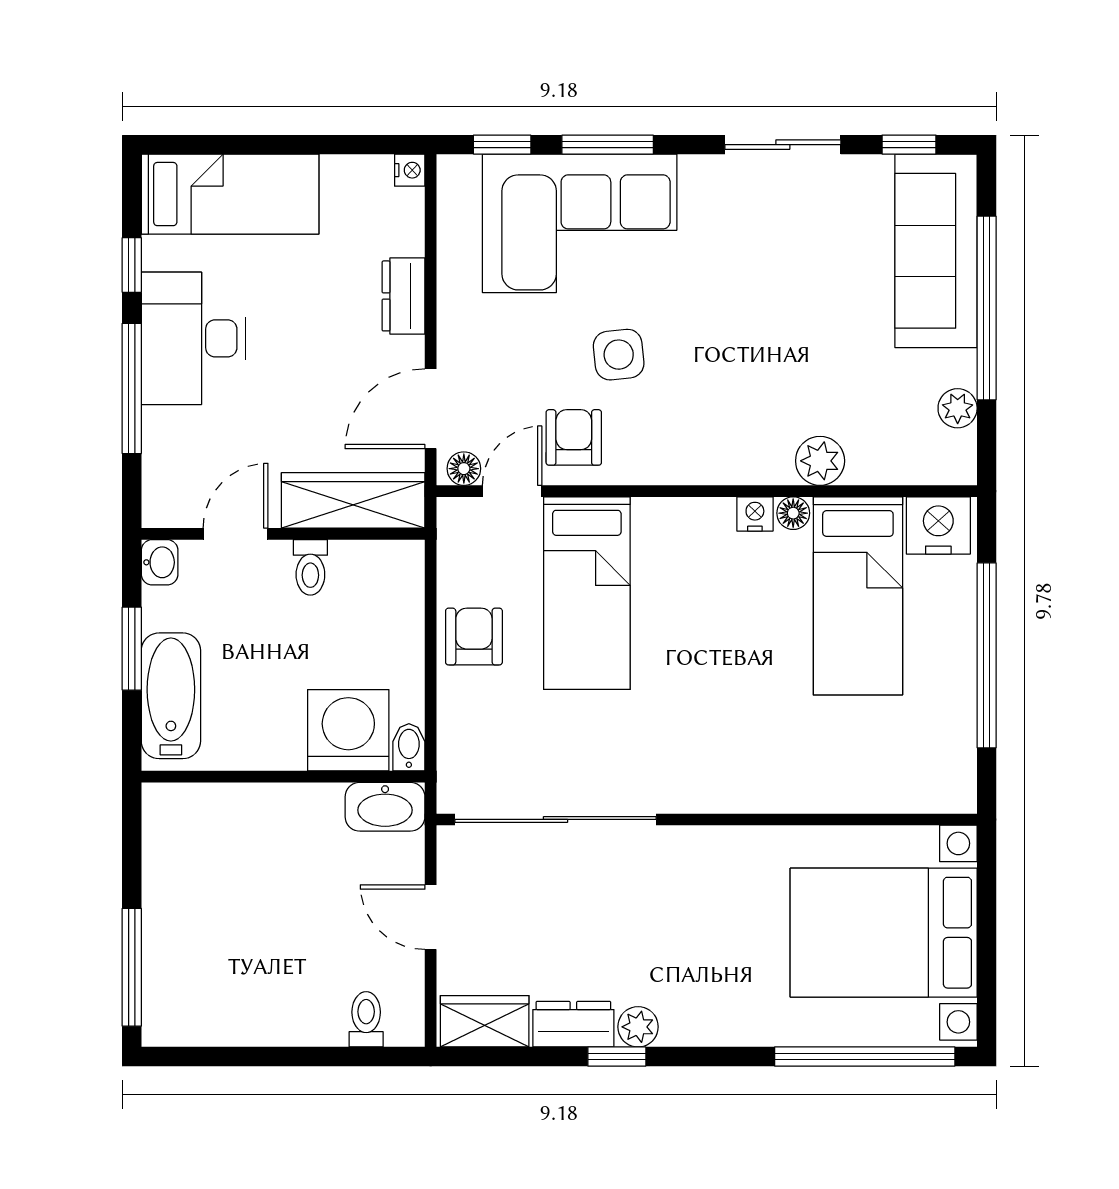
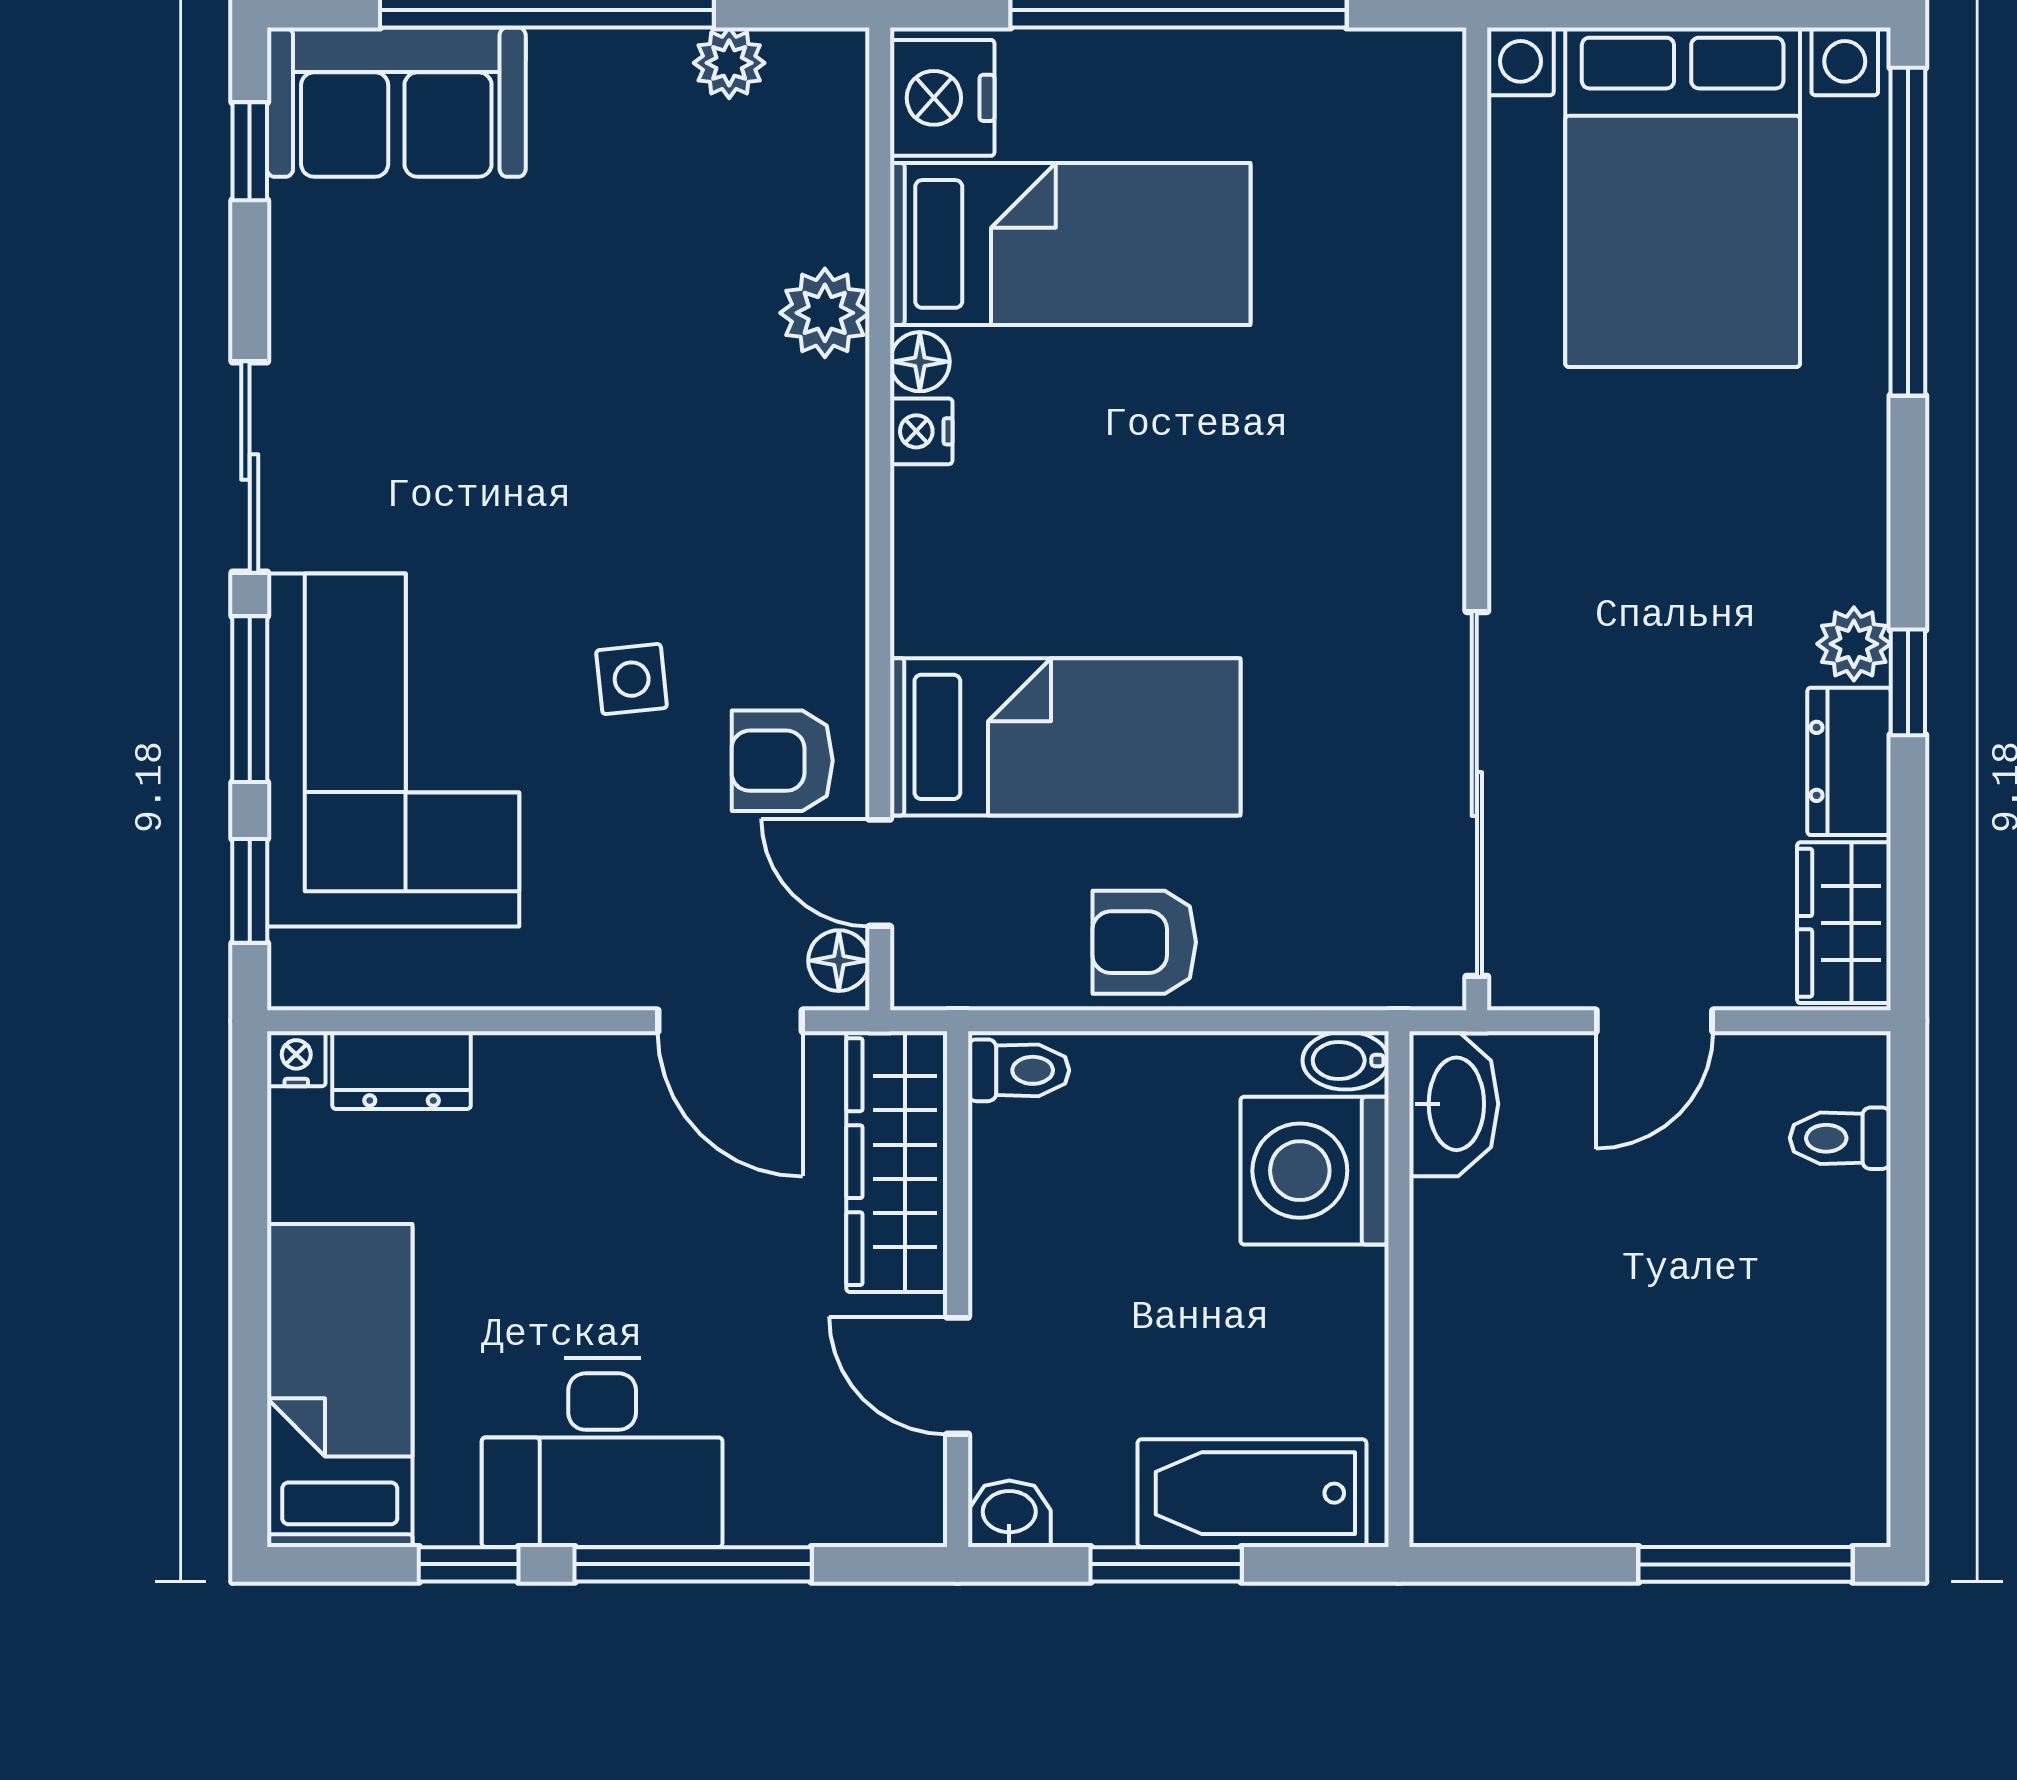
sliding door: (783, 145) -> (250, 467), moved
sofa: (936, 251) -> (396, 102), width x0.73
dresser: (404, 296) -> (402, 1070), moved
side table: (619, 355) -> (632, 679), width x0.73, depth x0.73
toilet: (310, 567) -> (1019, 1070), moved

